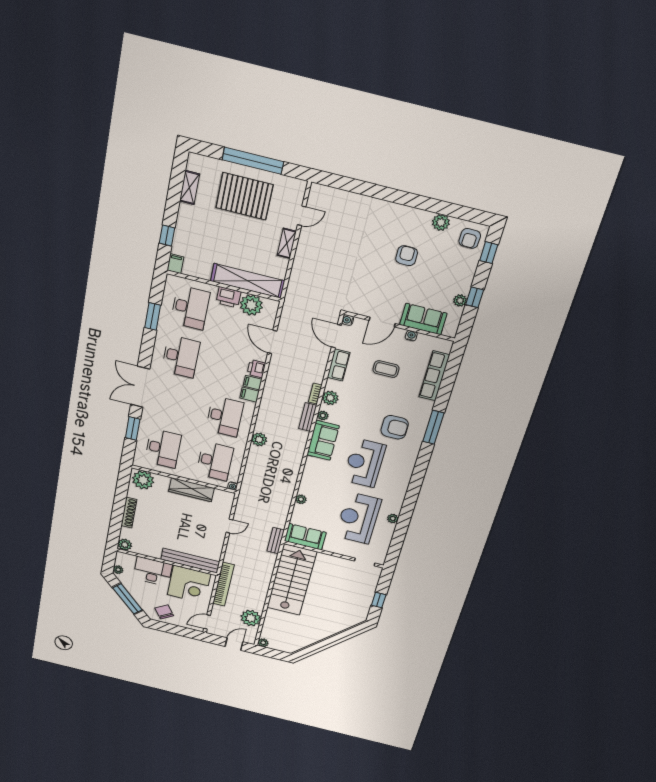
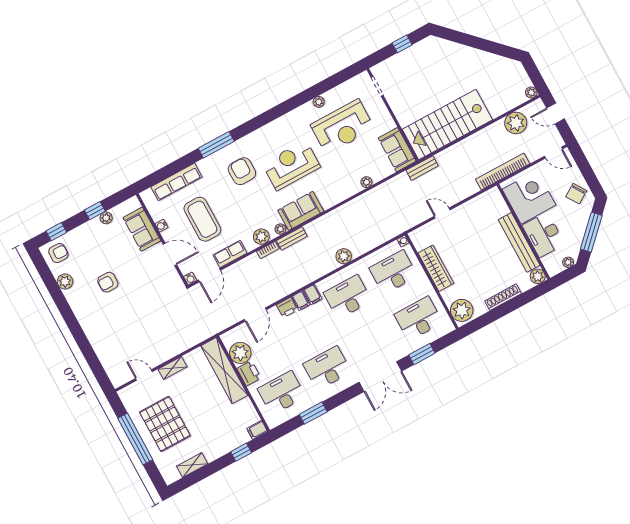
coffee table: (386, 369) -> (202, 219), width x1.86, depth x1.72
reception desk: (364, 463) -> (291, 165), turned 180
bench: (190, 561) -> (519, 242), moved

